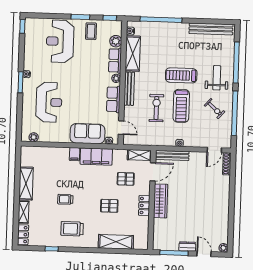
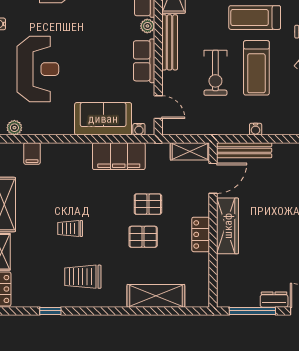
exercise bike: (156, 108) -> (215, 73), turned 180
filing cabinet: (75, 154) -> (32, 153), moved
pallet: (126, 179) -> (148, 204), moved

